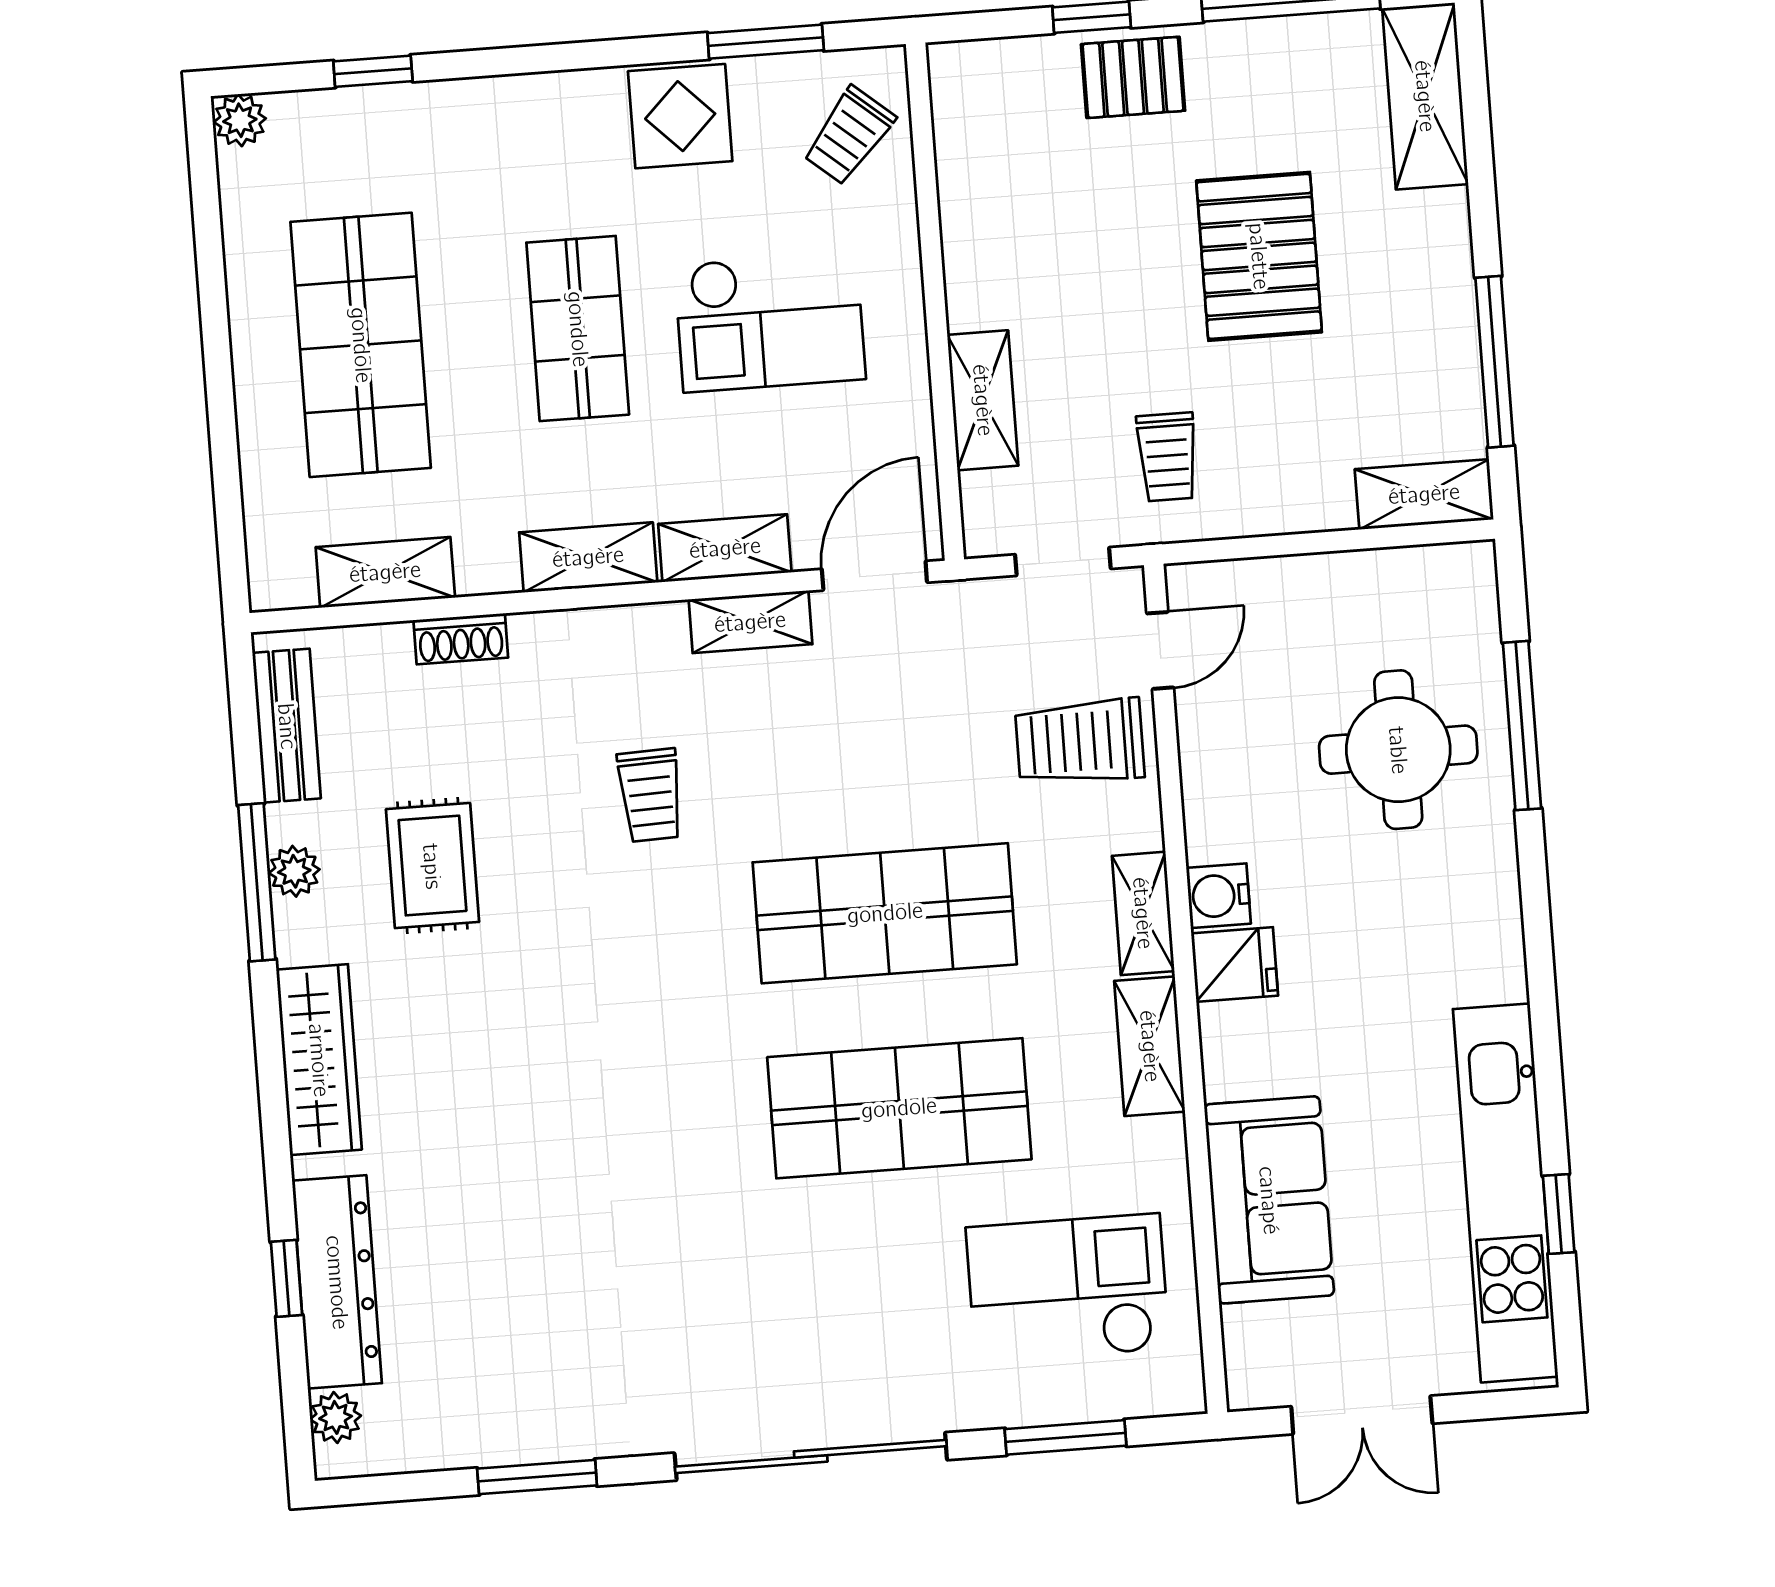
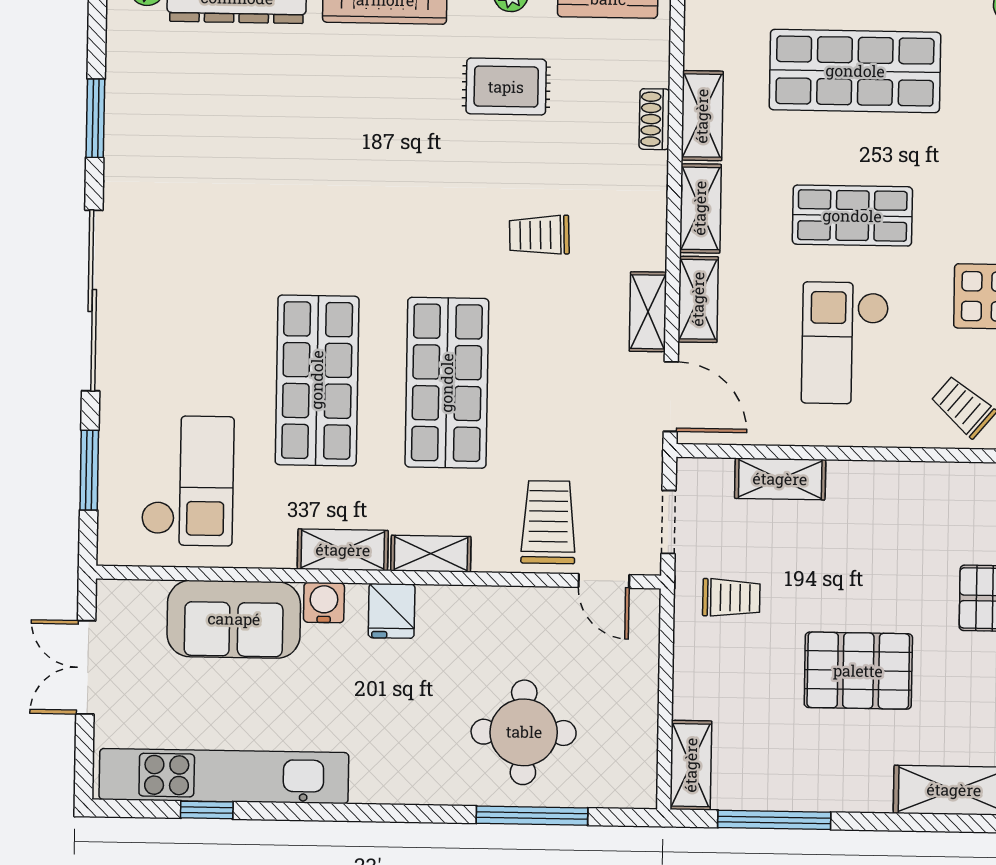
trolley: (1167, 457) -> (731, 598), turned 180
shelving: (385, 572) -> (702, 116), moved
water cooler: (1219, 896) -> (324, 603), moved

